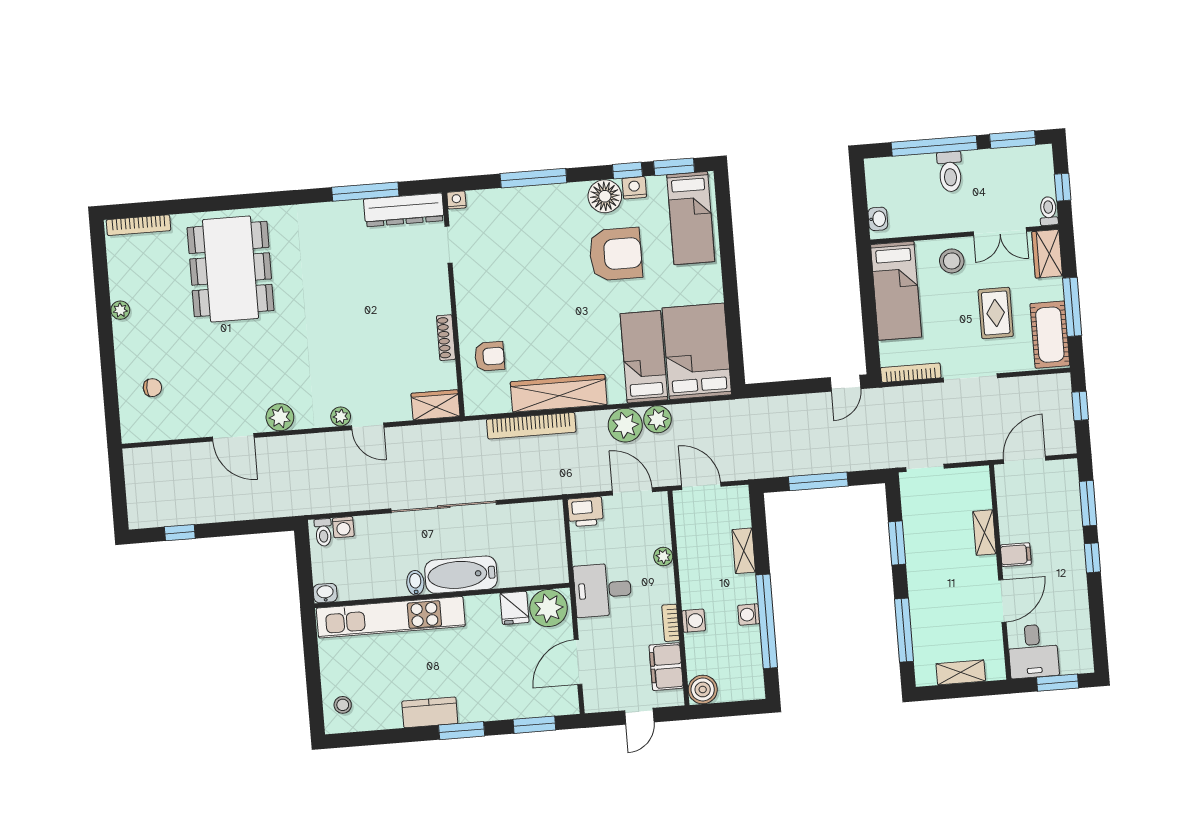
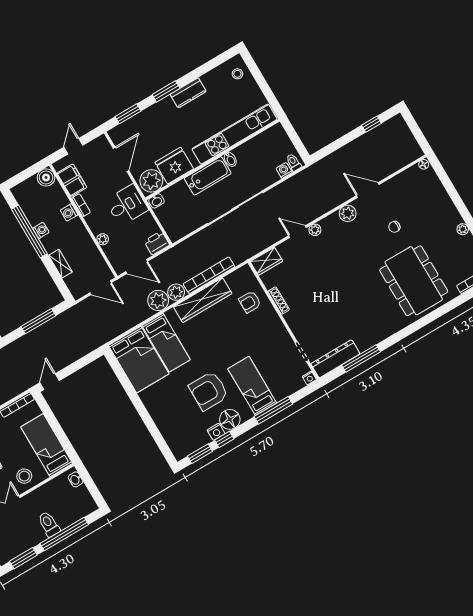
bed: (691, 218) -> (252, 386), moved
chair: (152, 388) -> (394, 227), moved
plant: (658, 419) -> (176, 292), moved
floor lamp: (131, 435) -> (424, 164), added
washbasin: (325, 593) -> (156, 201), moved
fridge: (515, 608) -> (174, 166), width x1.88, depth x1.34

